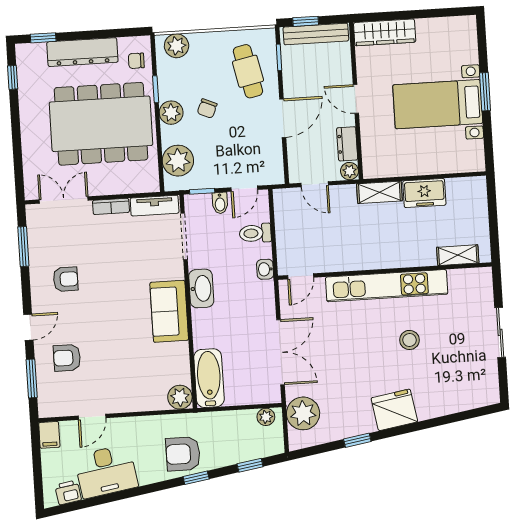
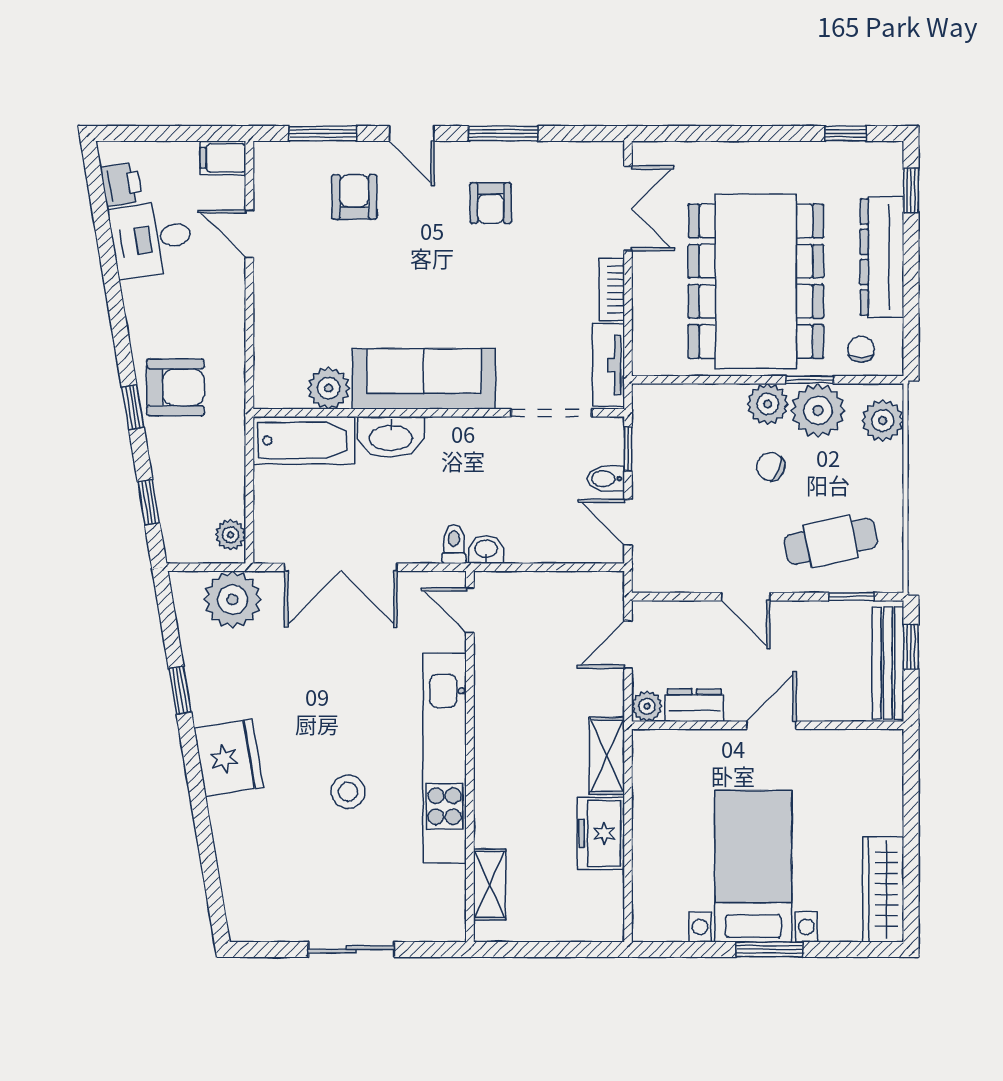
wardrobe: (385, 32) -> (883, 889), moved
door: (283, 118) -> (746, 597), width x0.73
plant: (178, 161) -> (818, 410), moved
toilet: (255, 233) -> (454, 544), moved, width x0.73, depth x0.72
window: (23, 247) -> (503, 133), moved
washbasin: (201, 288) -> (391, 437), moved
sofa: (169, 311) -> (424, 379), width x1.36
plant: (180, 397) -> (329, 388), moved
armchair: (183, 454) -> (175, 387), turned 90
desk: (106, 471) -> (151, 239), width x0.73

